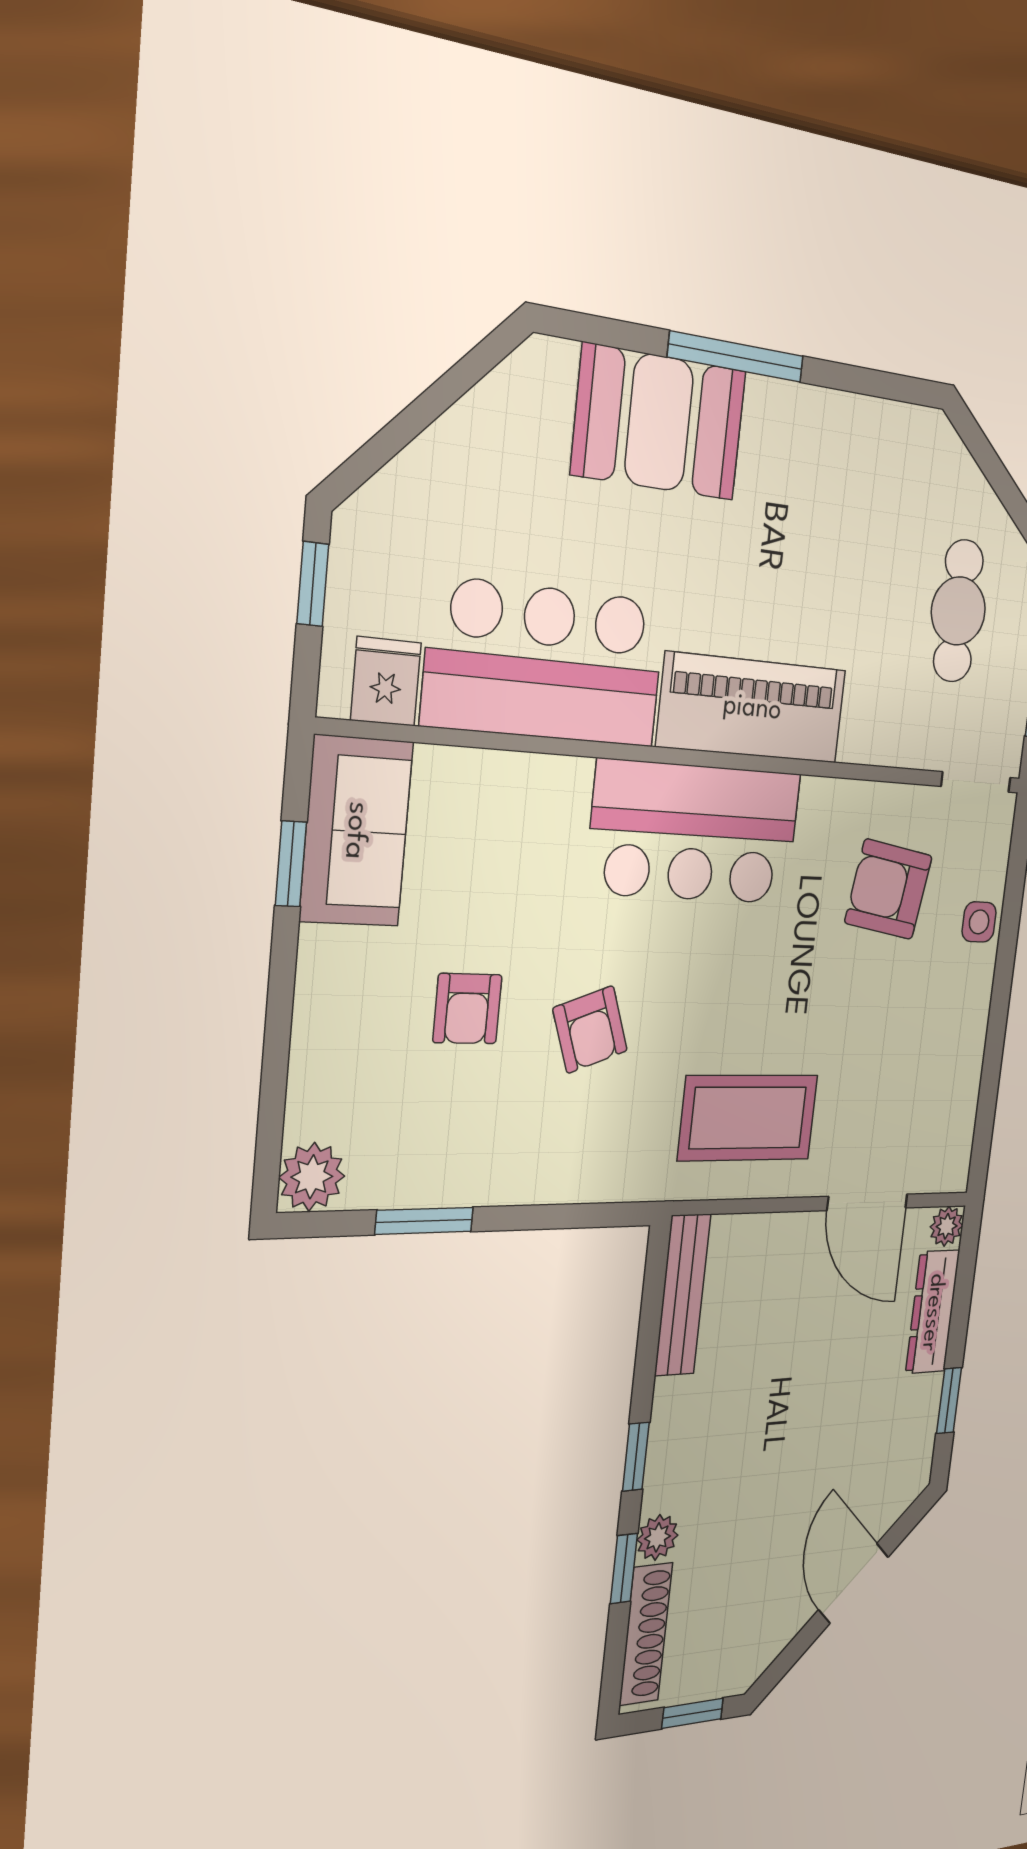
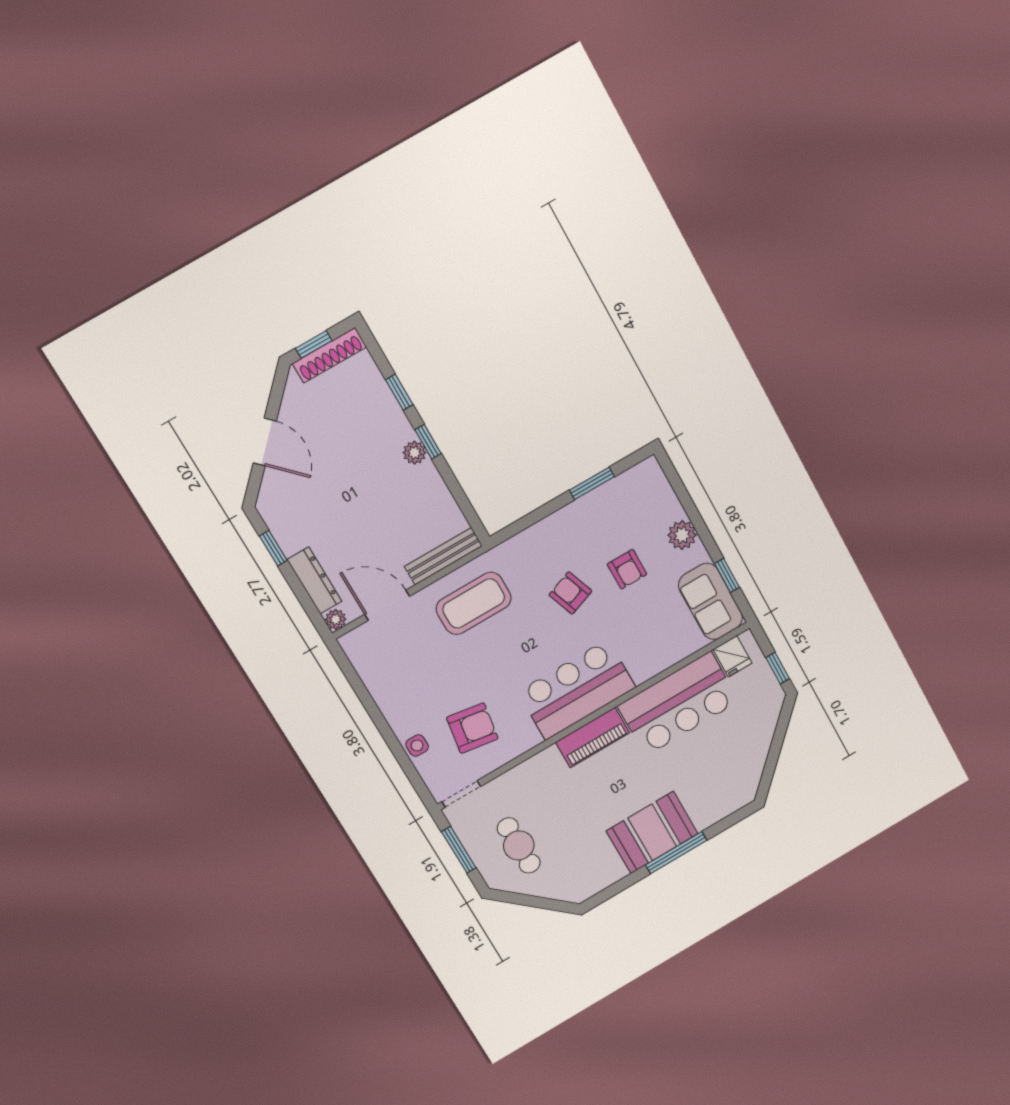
booth: (659, 422) -> (652, 832), moved
piano: (752, 708) -> (593, 737), width x0.73, depth x0.75
armchair: (467, 1009) -> (627, 569), turned 180
plant: (312, 1177) -> (682, 535), moved
bench: (683, 1295) -> (443, 556), moved, turned 90
plant: (657, 1537) -> (415, 453), moved
shoe rack: (646, 1634) -> (329, 355), moved, turned -90

